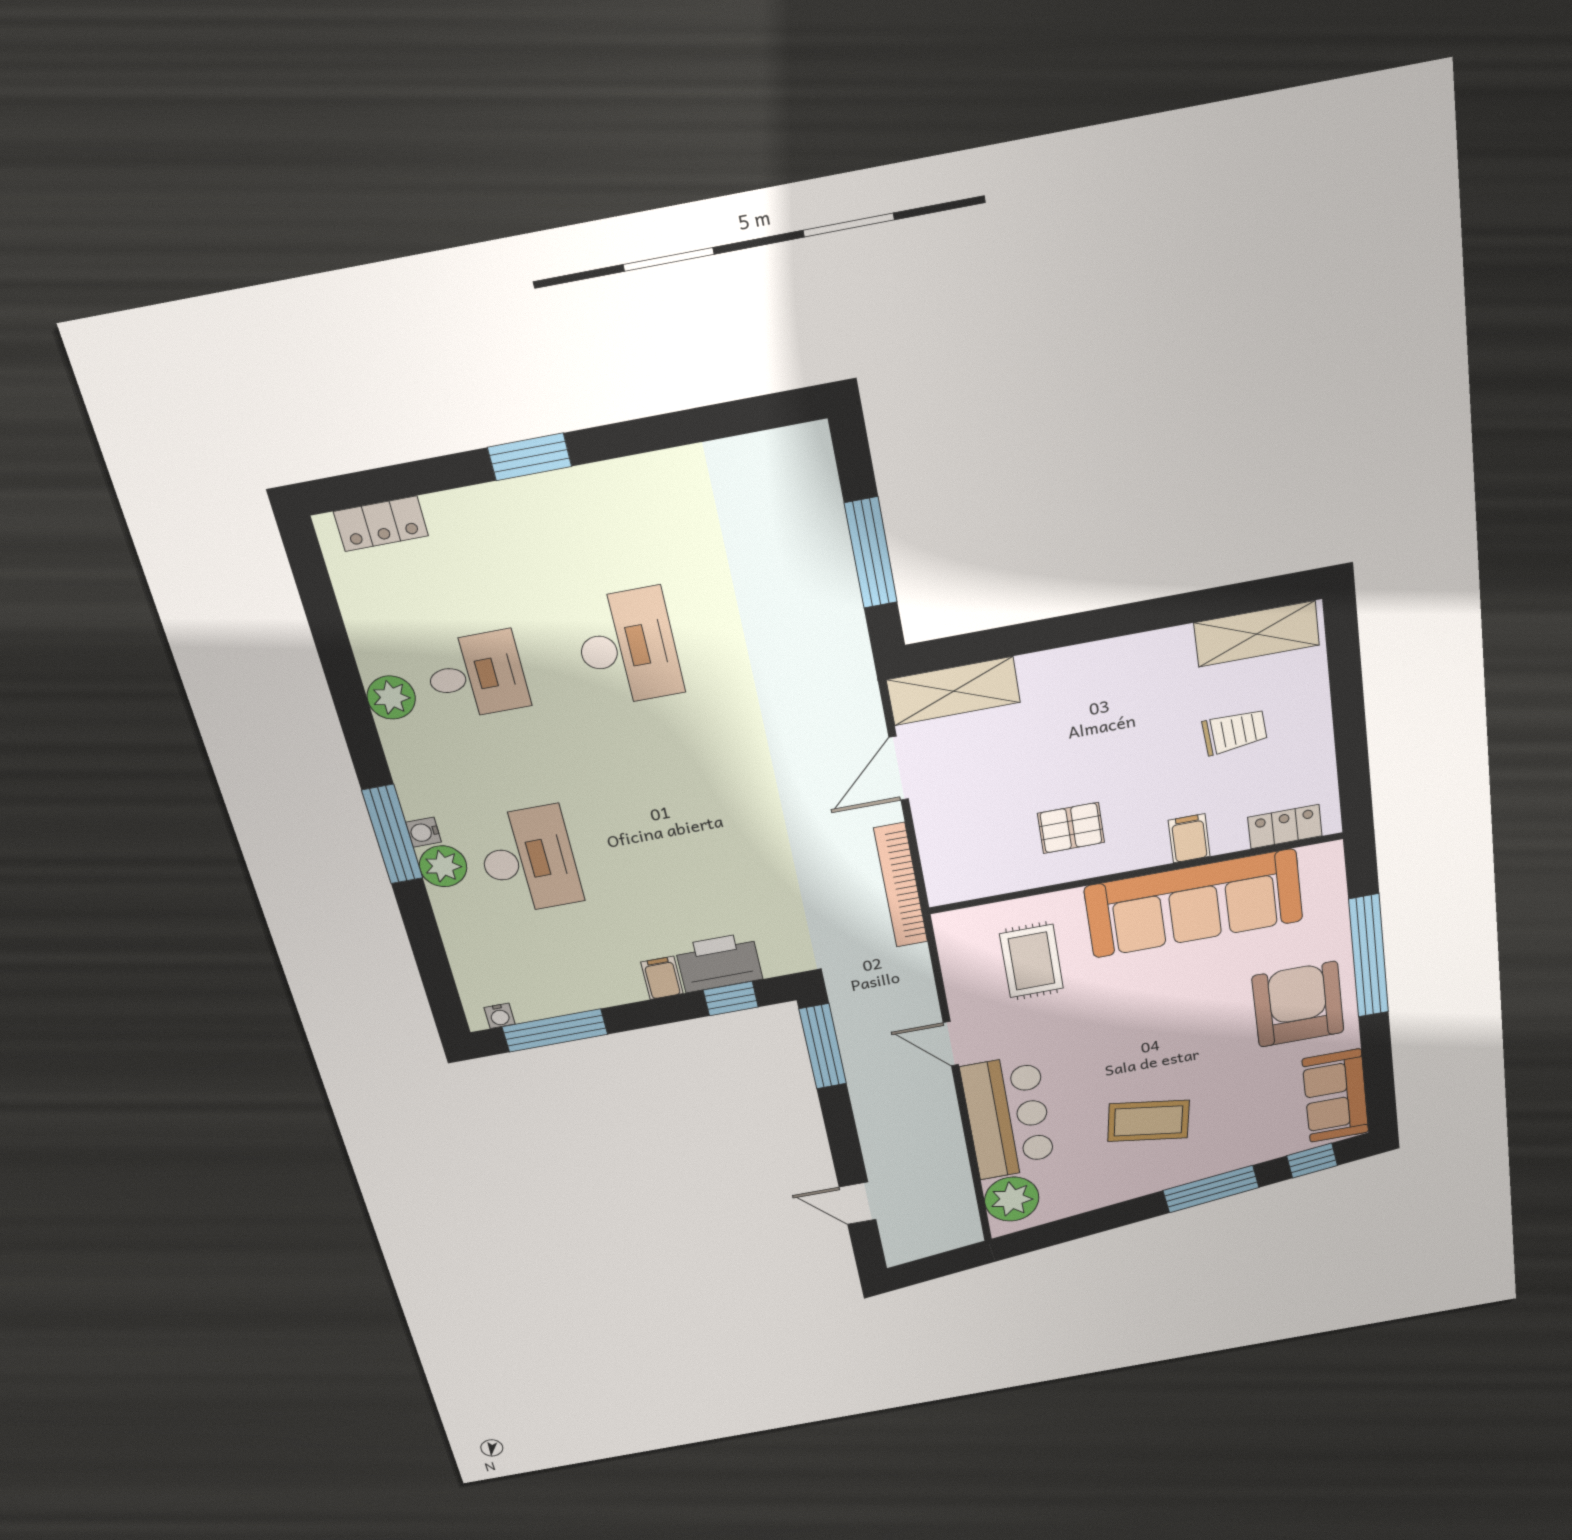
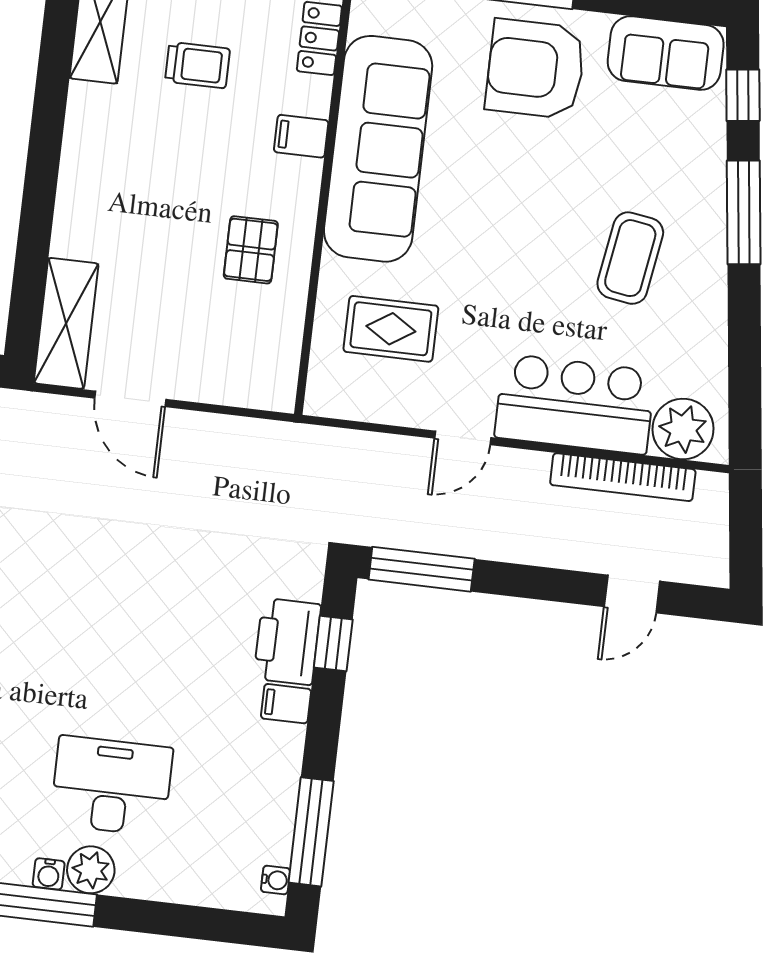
trolley: (1235, 732) -> (197, 65), turned 94
bookcase: (901, 885) -> (623, 477), moved

